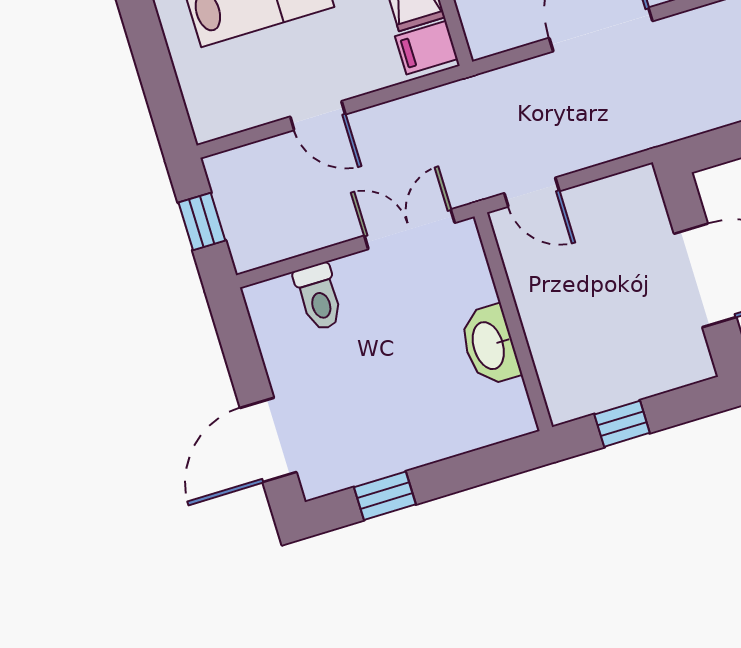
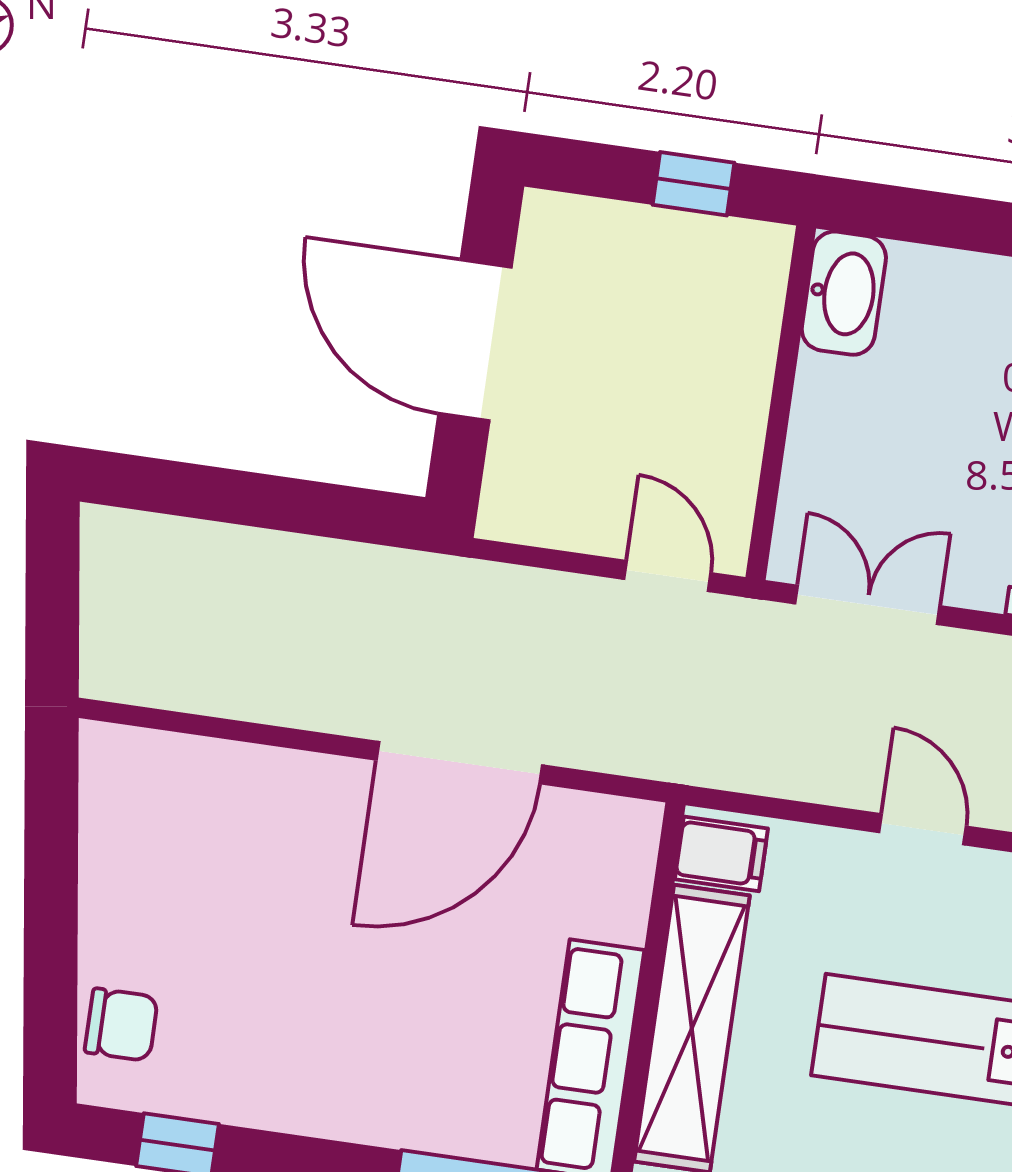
double door: (410, 229) -> (867, 605), swing flipped
washbasin: (490, 345) -> (844, 293), moved

